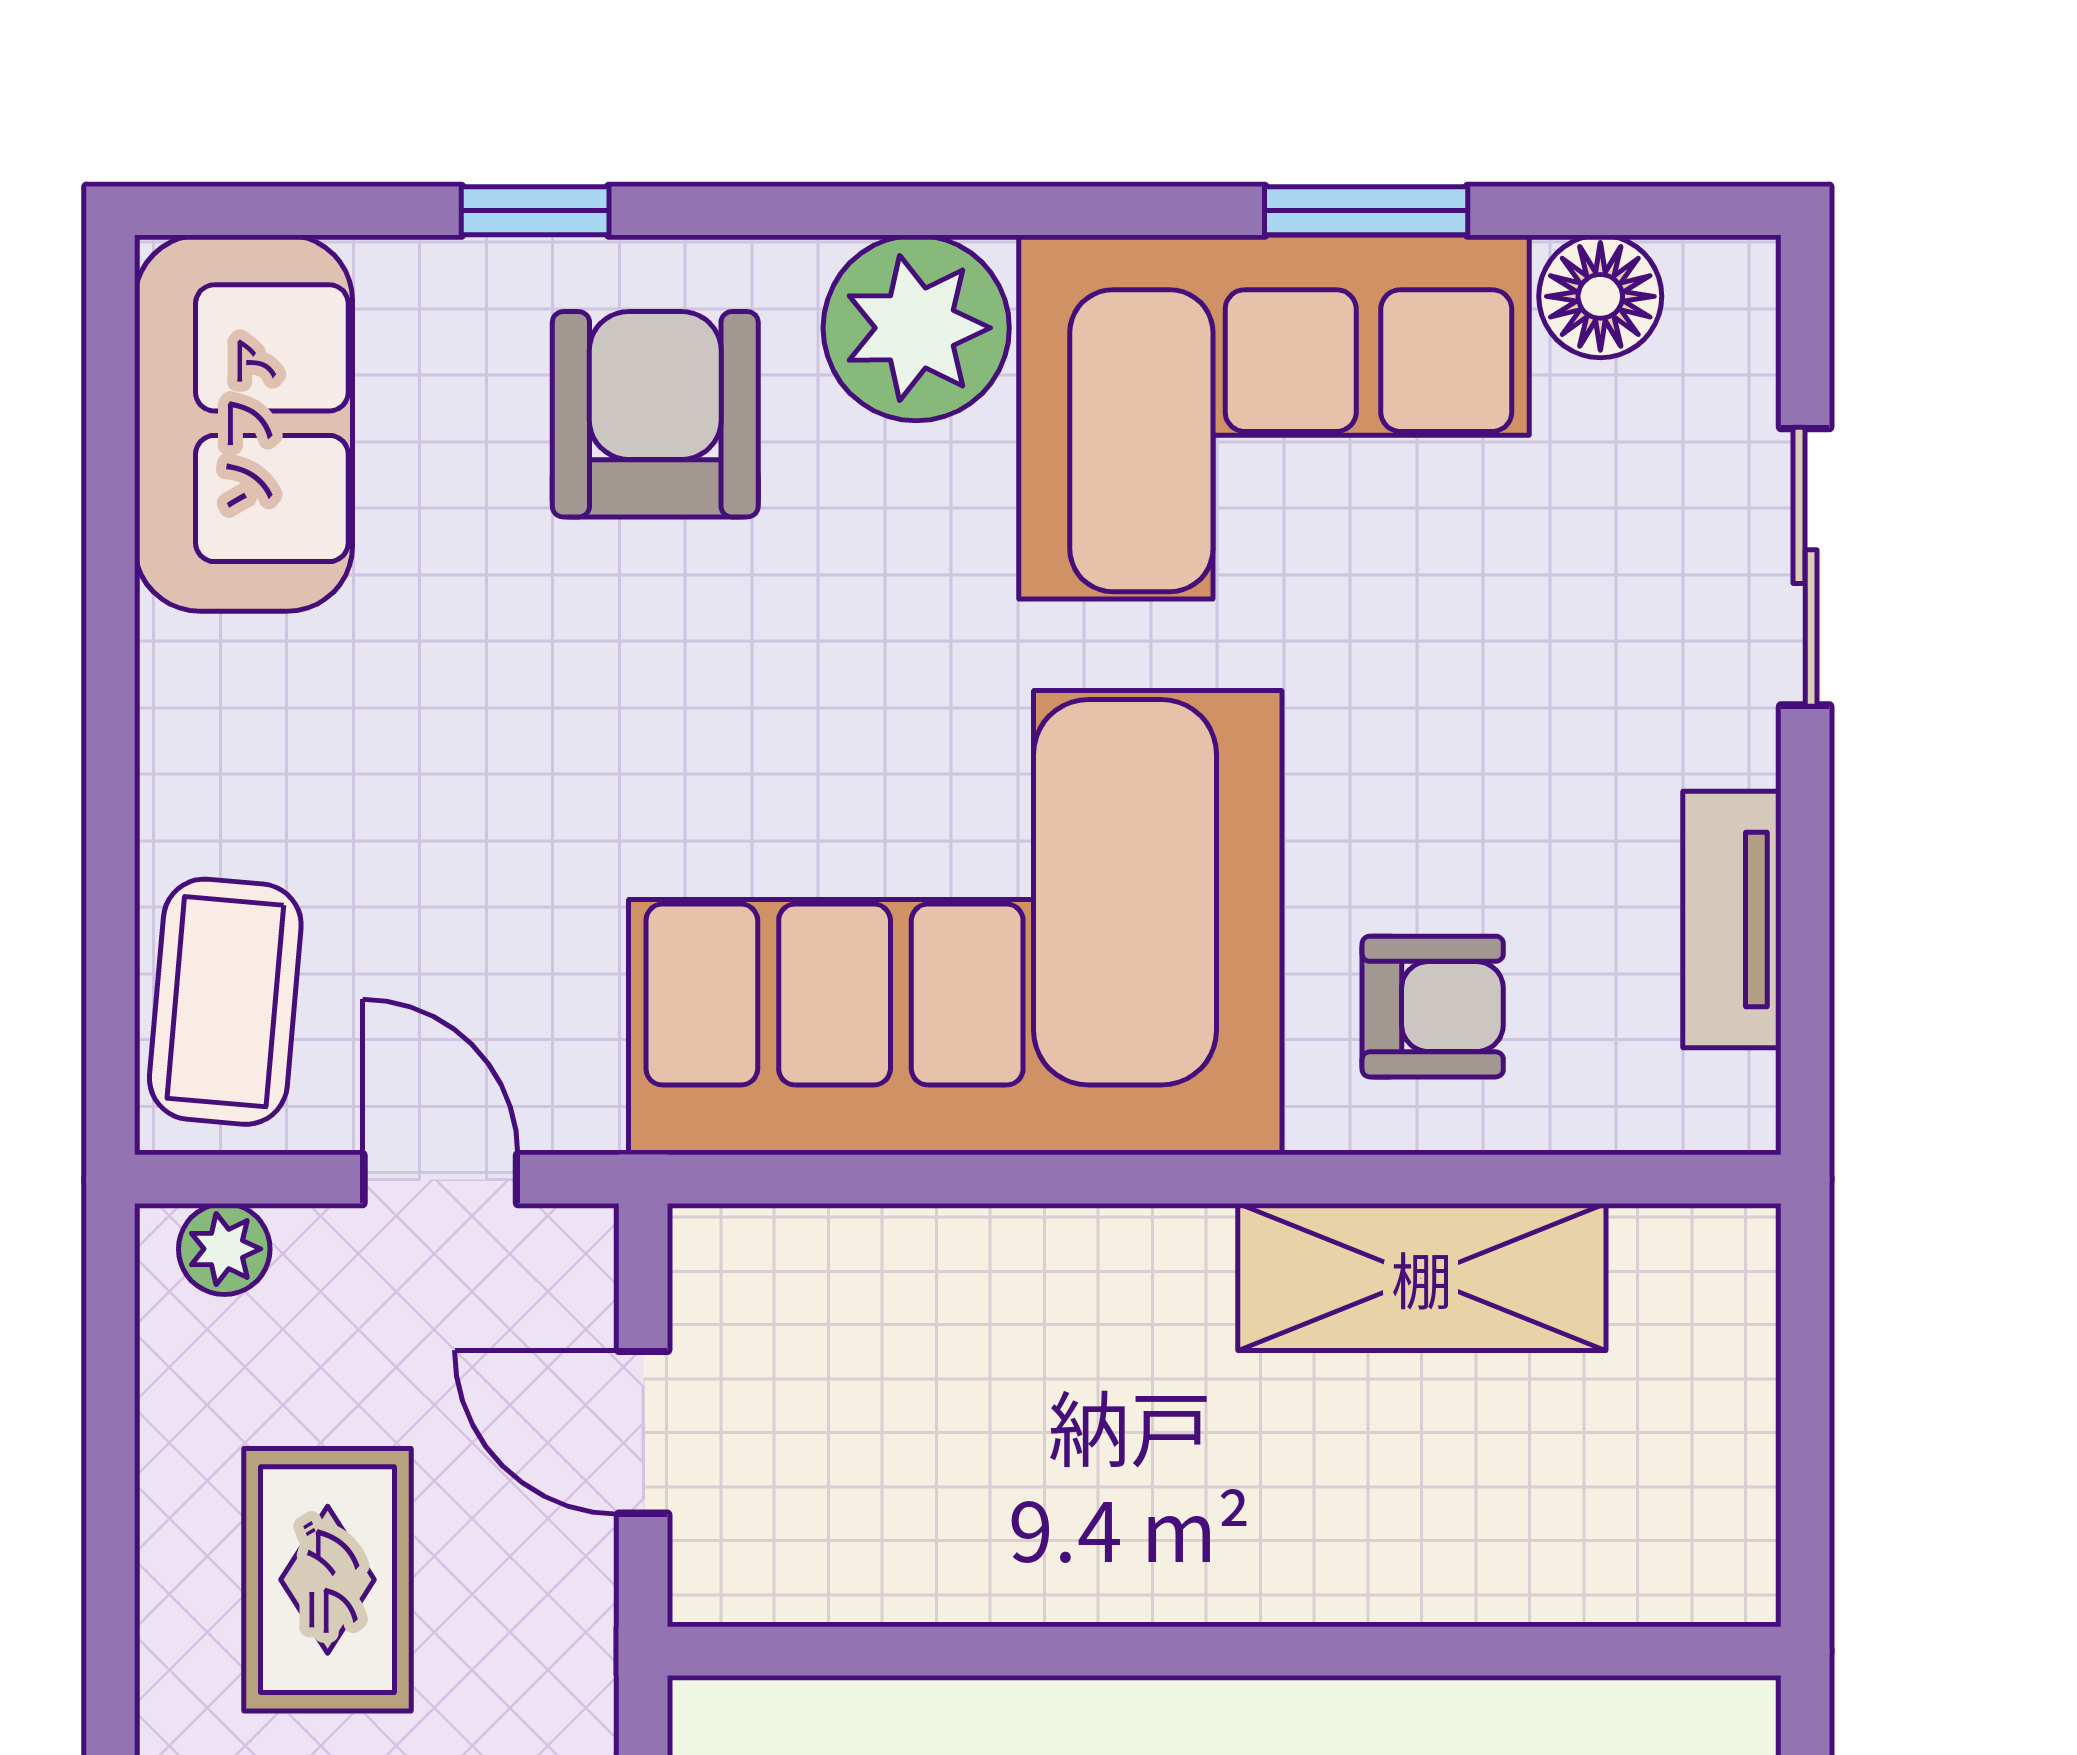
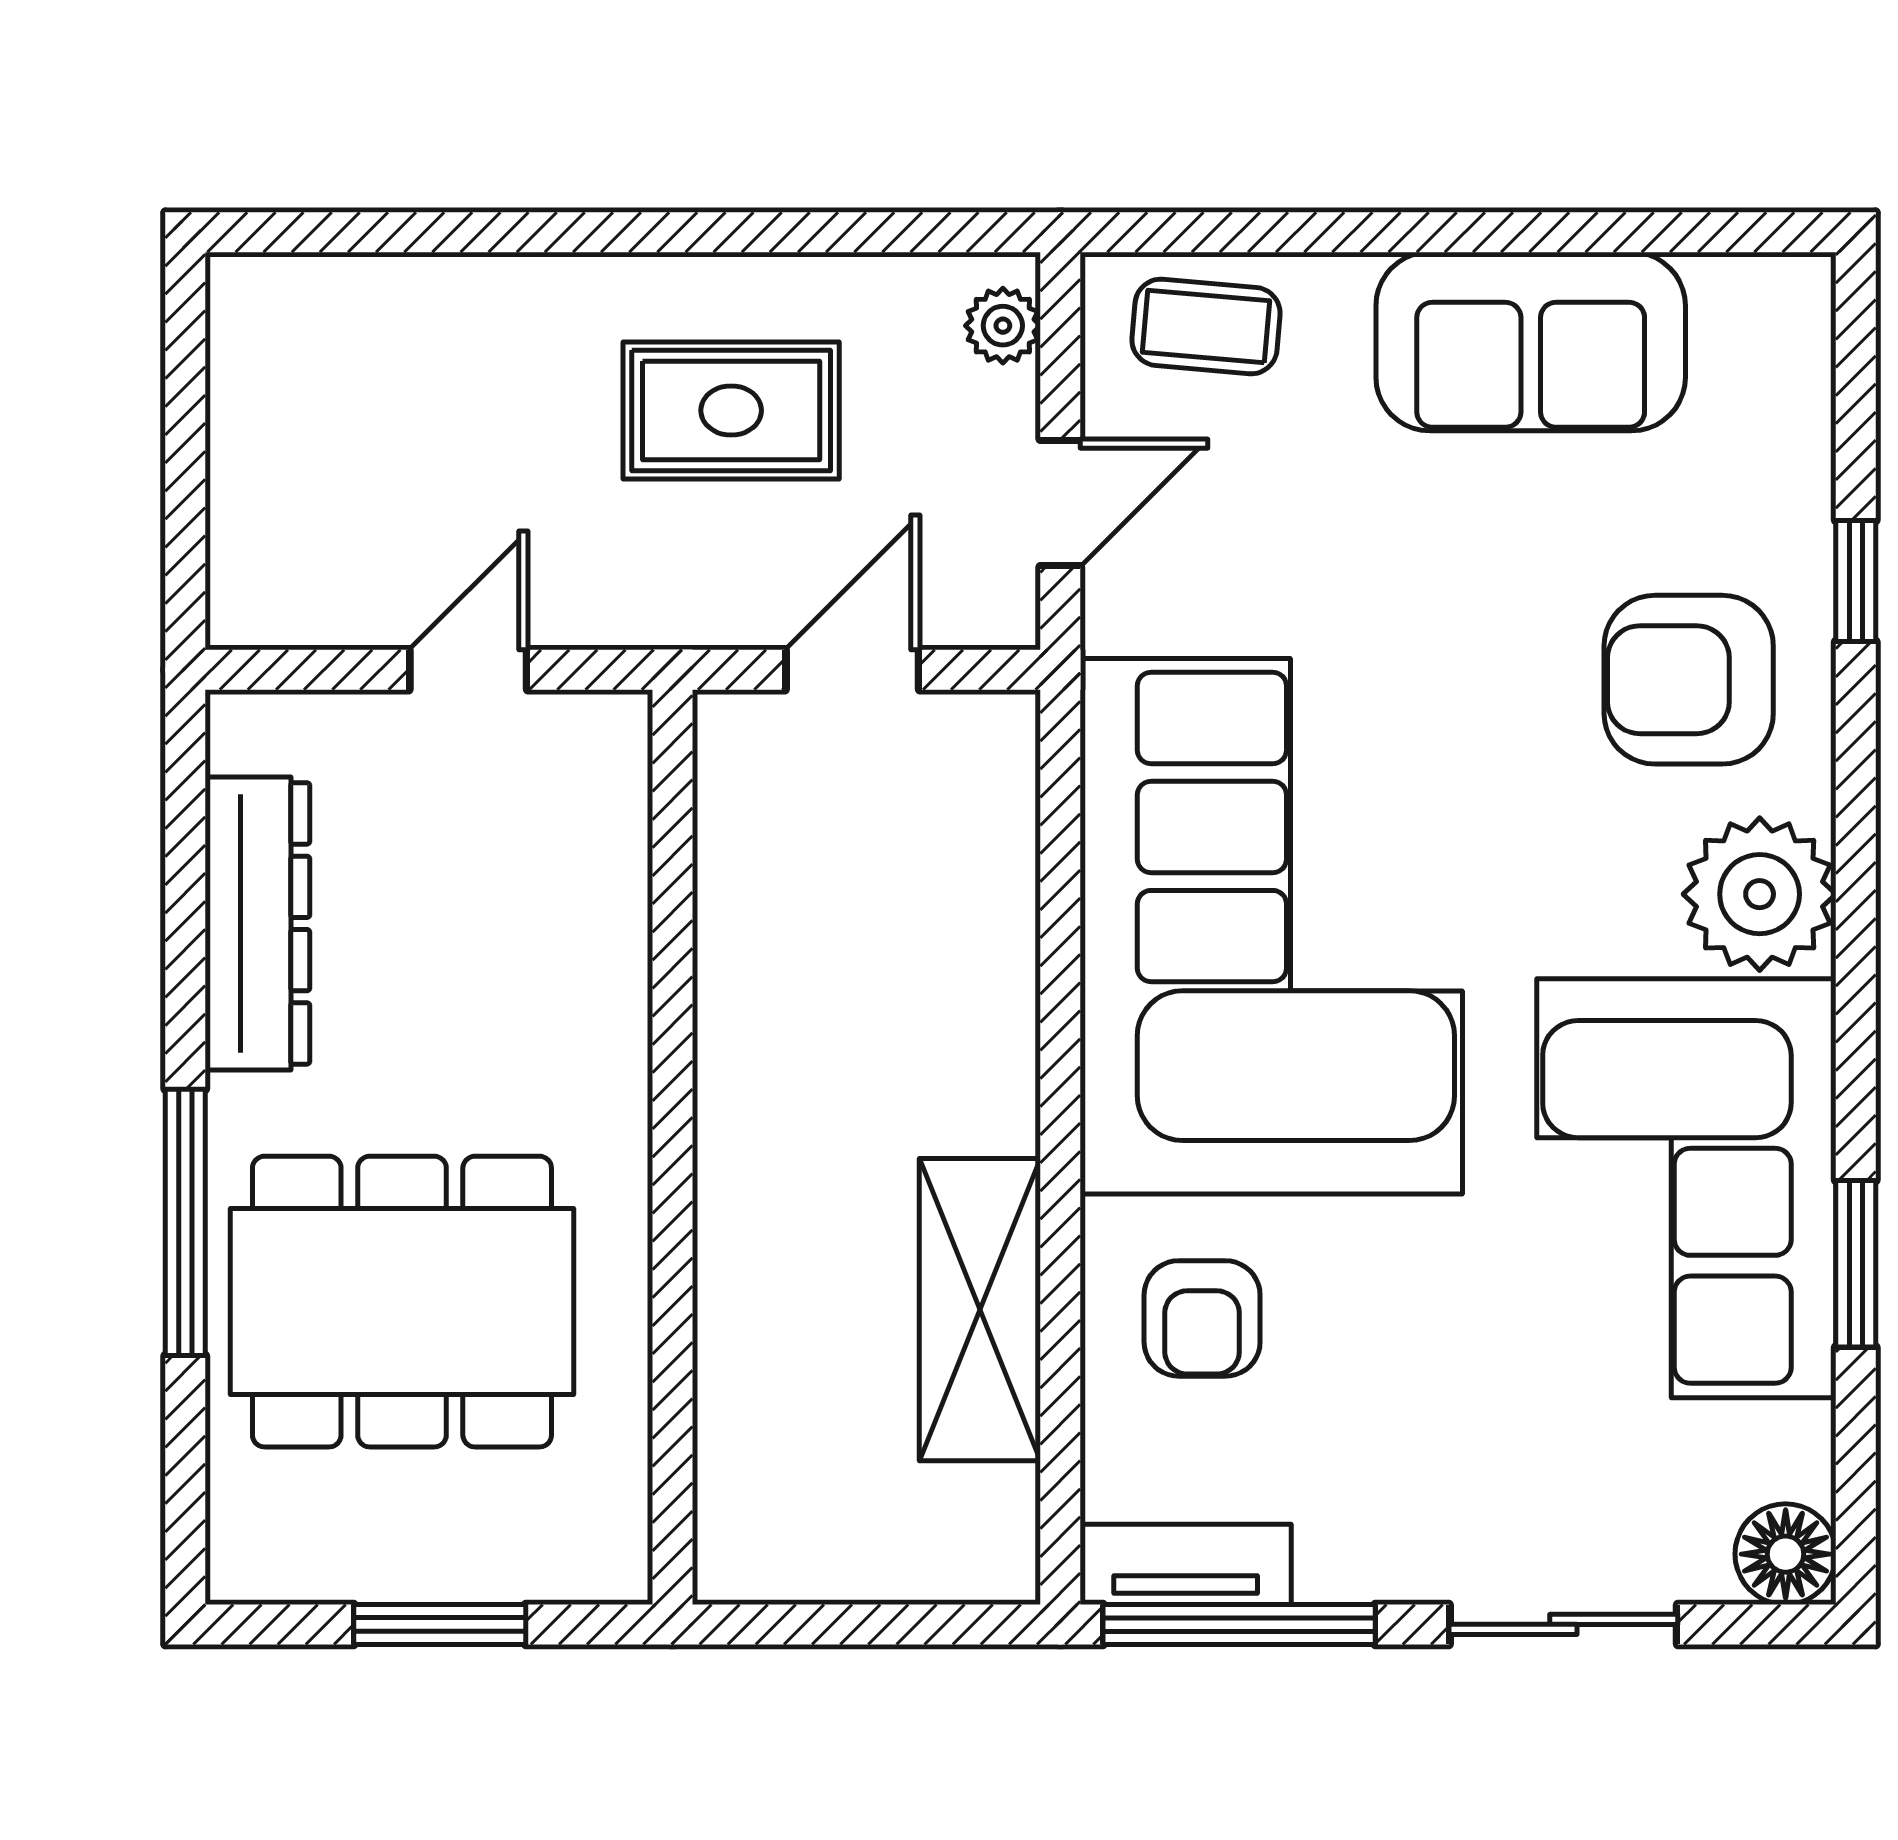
floor lamp: (1600, 296) -> (1786, 1554), moved
armchair: (655, 414) -> (1689, 680), turned 180
sofa: (244, 423) -> (1531, 341), moved
tv unit: (1732, 920) -> (1186, 1564), moved
window: (1805, 961) -> (1239, 1624), added
coffee table: (225, 1002) -> (1206, 327), width x0.73, depth x0.77

